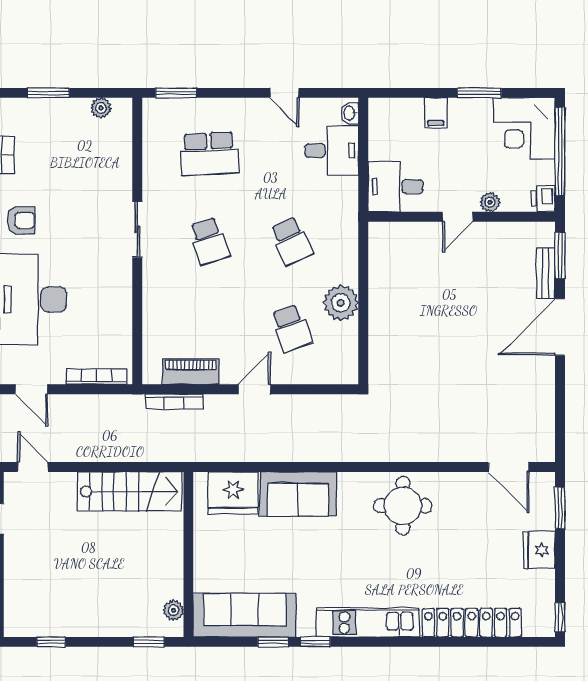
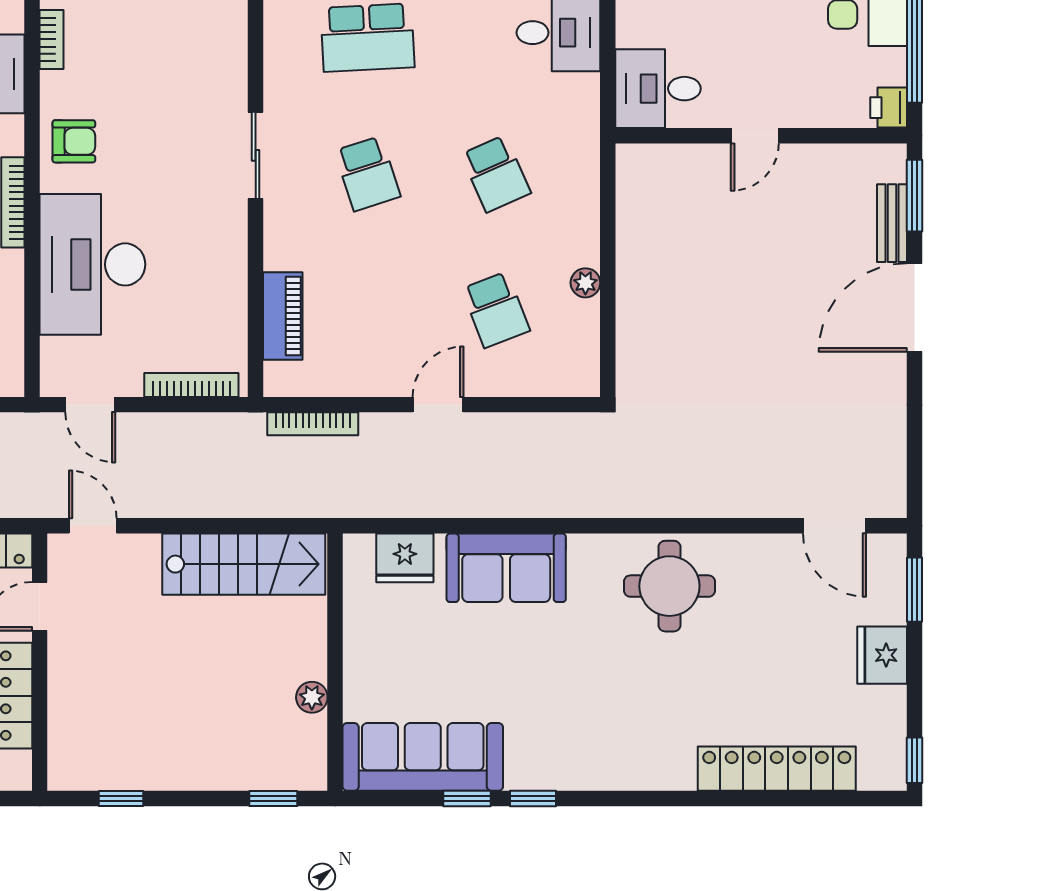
plant: (490, 202) -> (805, 113), removed
plant: (341, 303) -> (585, 283), width x0.53, depth x0.53
piano: (191, 372) -> (283, 316), moved, turned 90
fridge: (233, 493) -> (405, 558), width x0.73, depth x0.75
plant: (173, 610) -> (312, 697), moved
kitchen unit: (368, 623) -> (615, 768), removed

